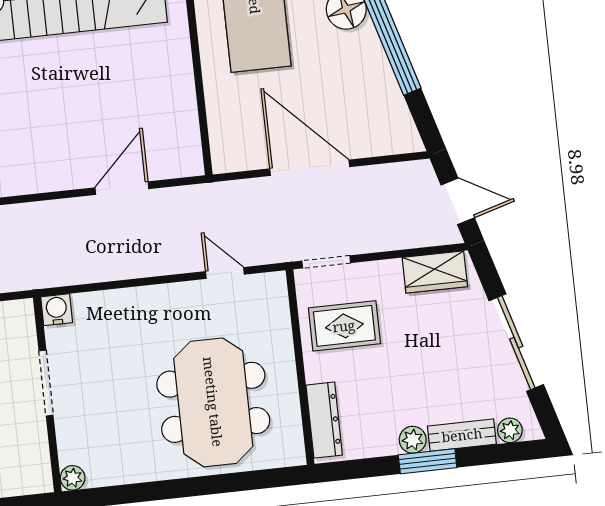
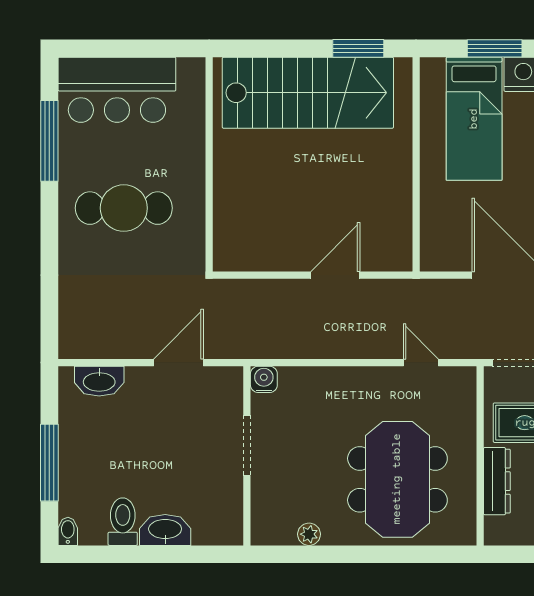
dresser: (324, 420) -> (497, 481), moved
plant: (73, 478) -> (309, 534), moved

